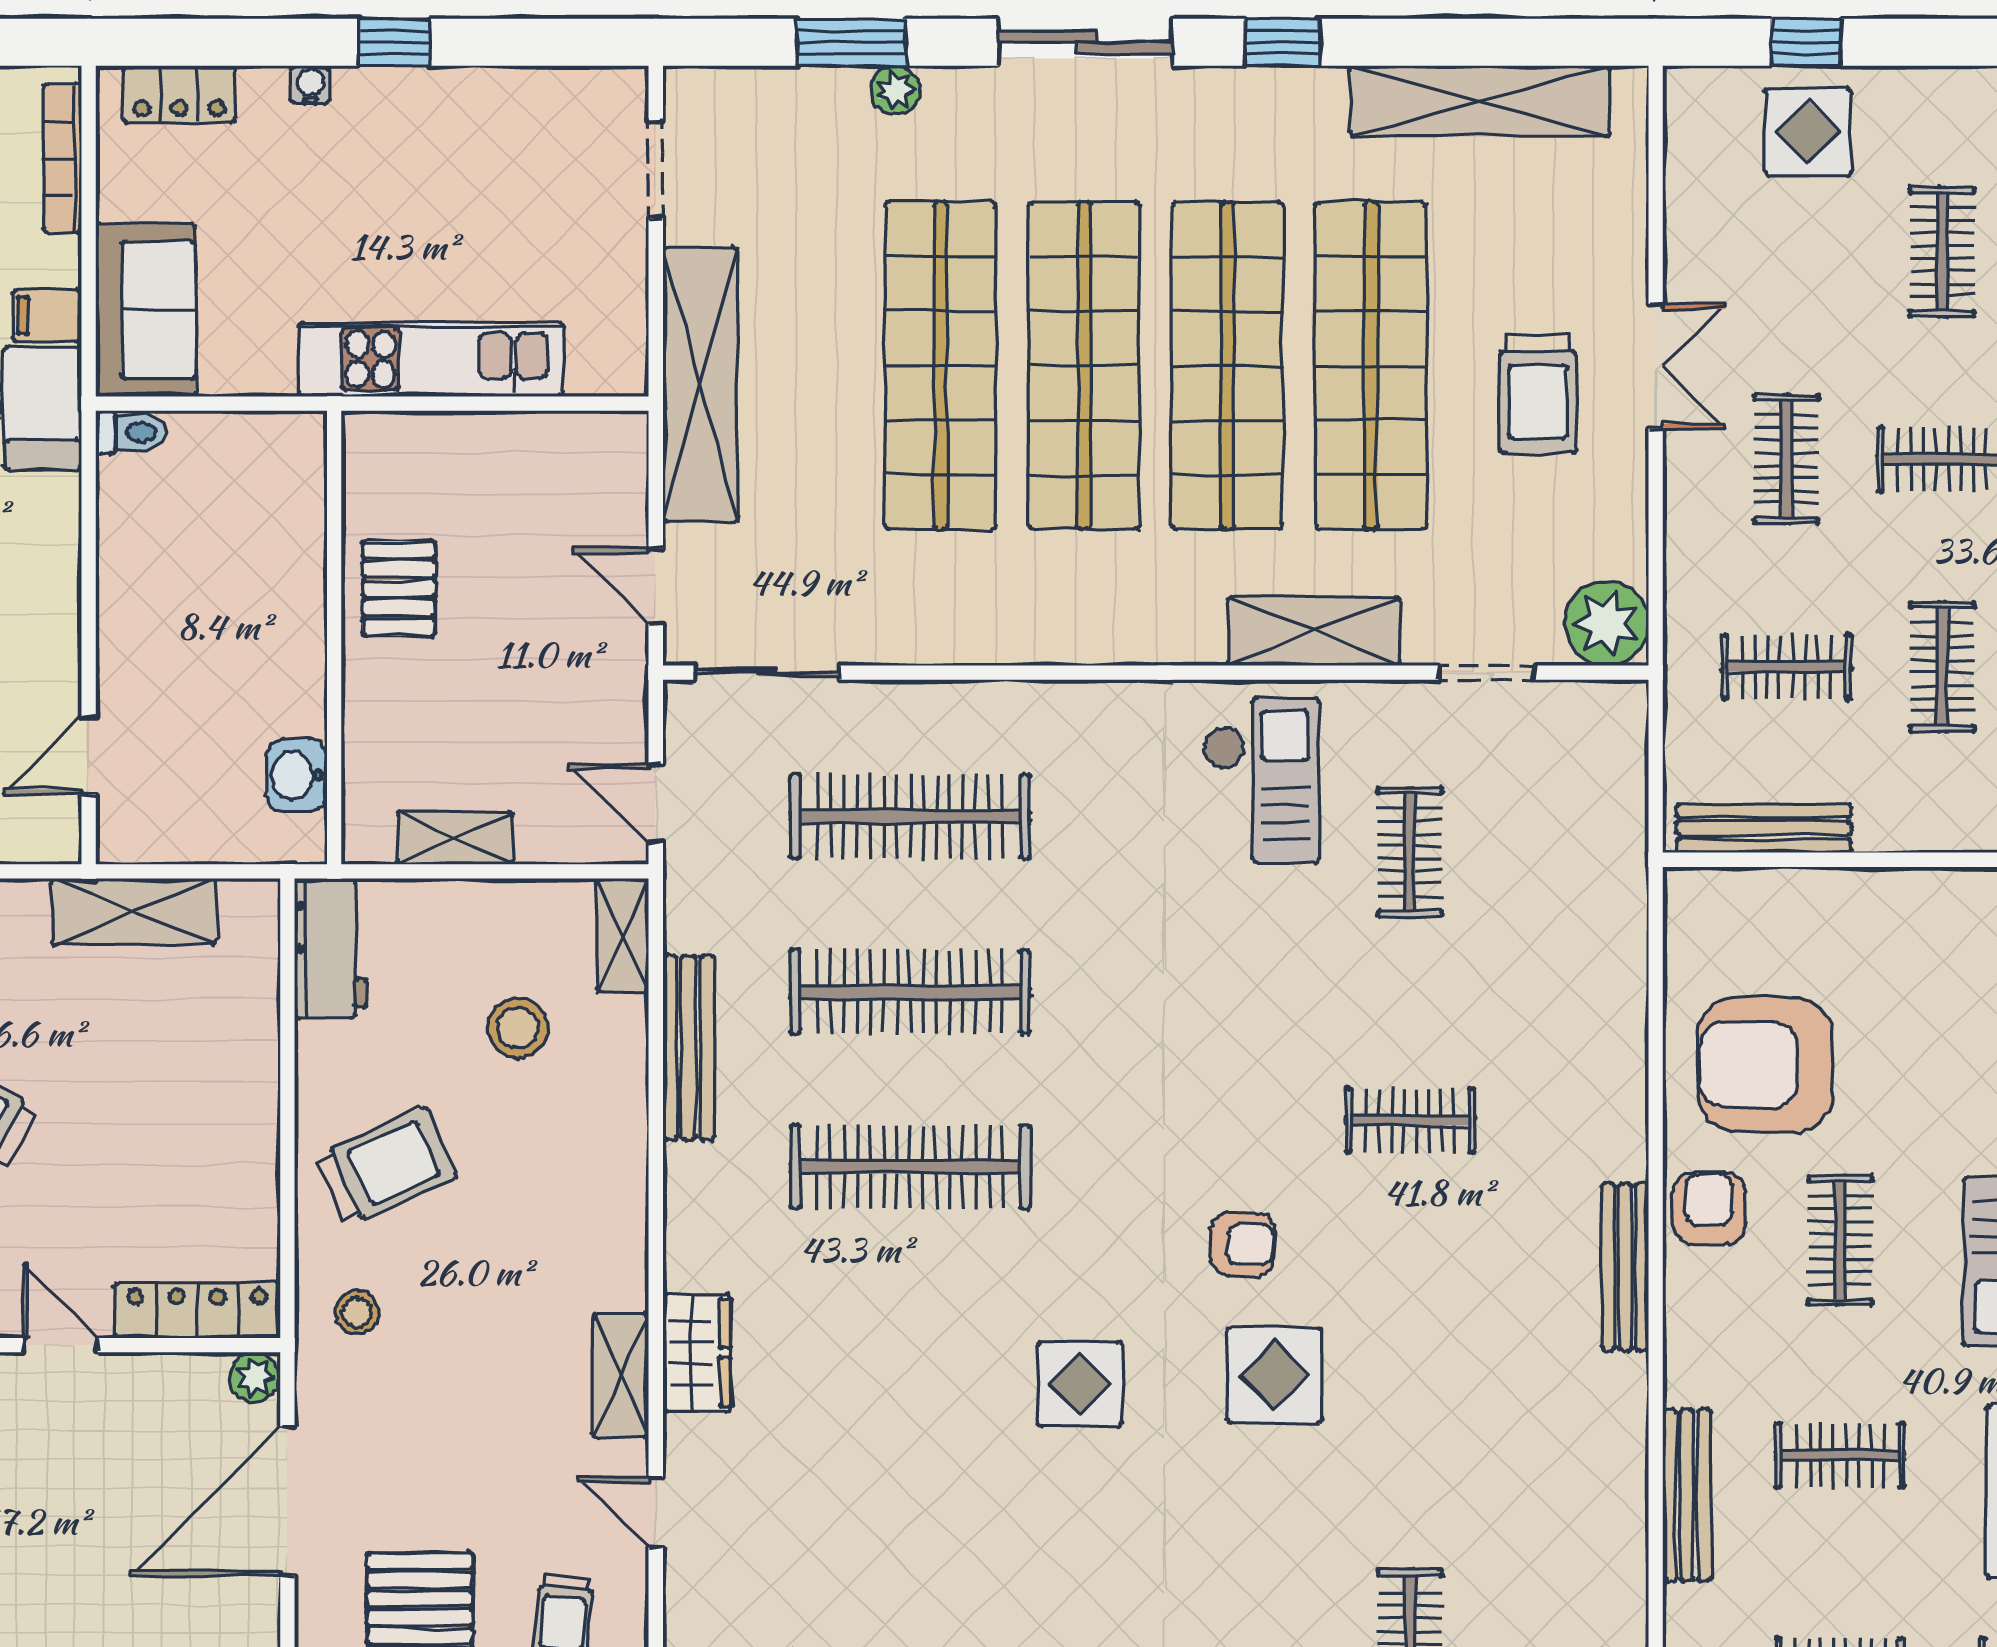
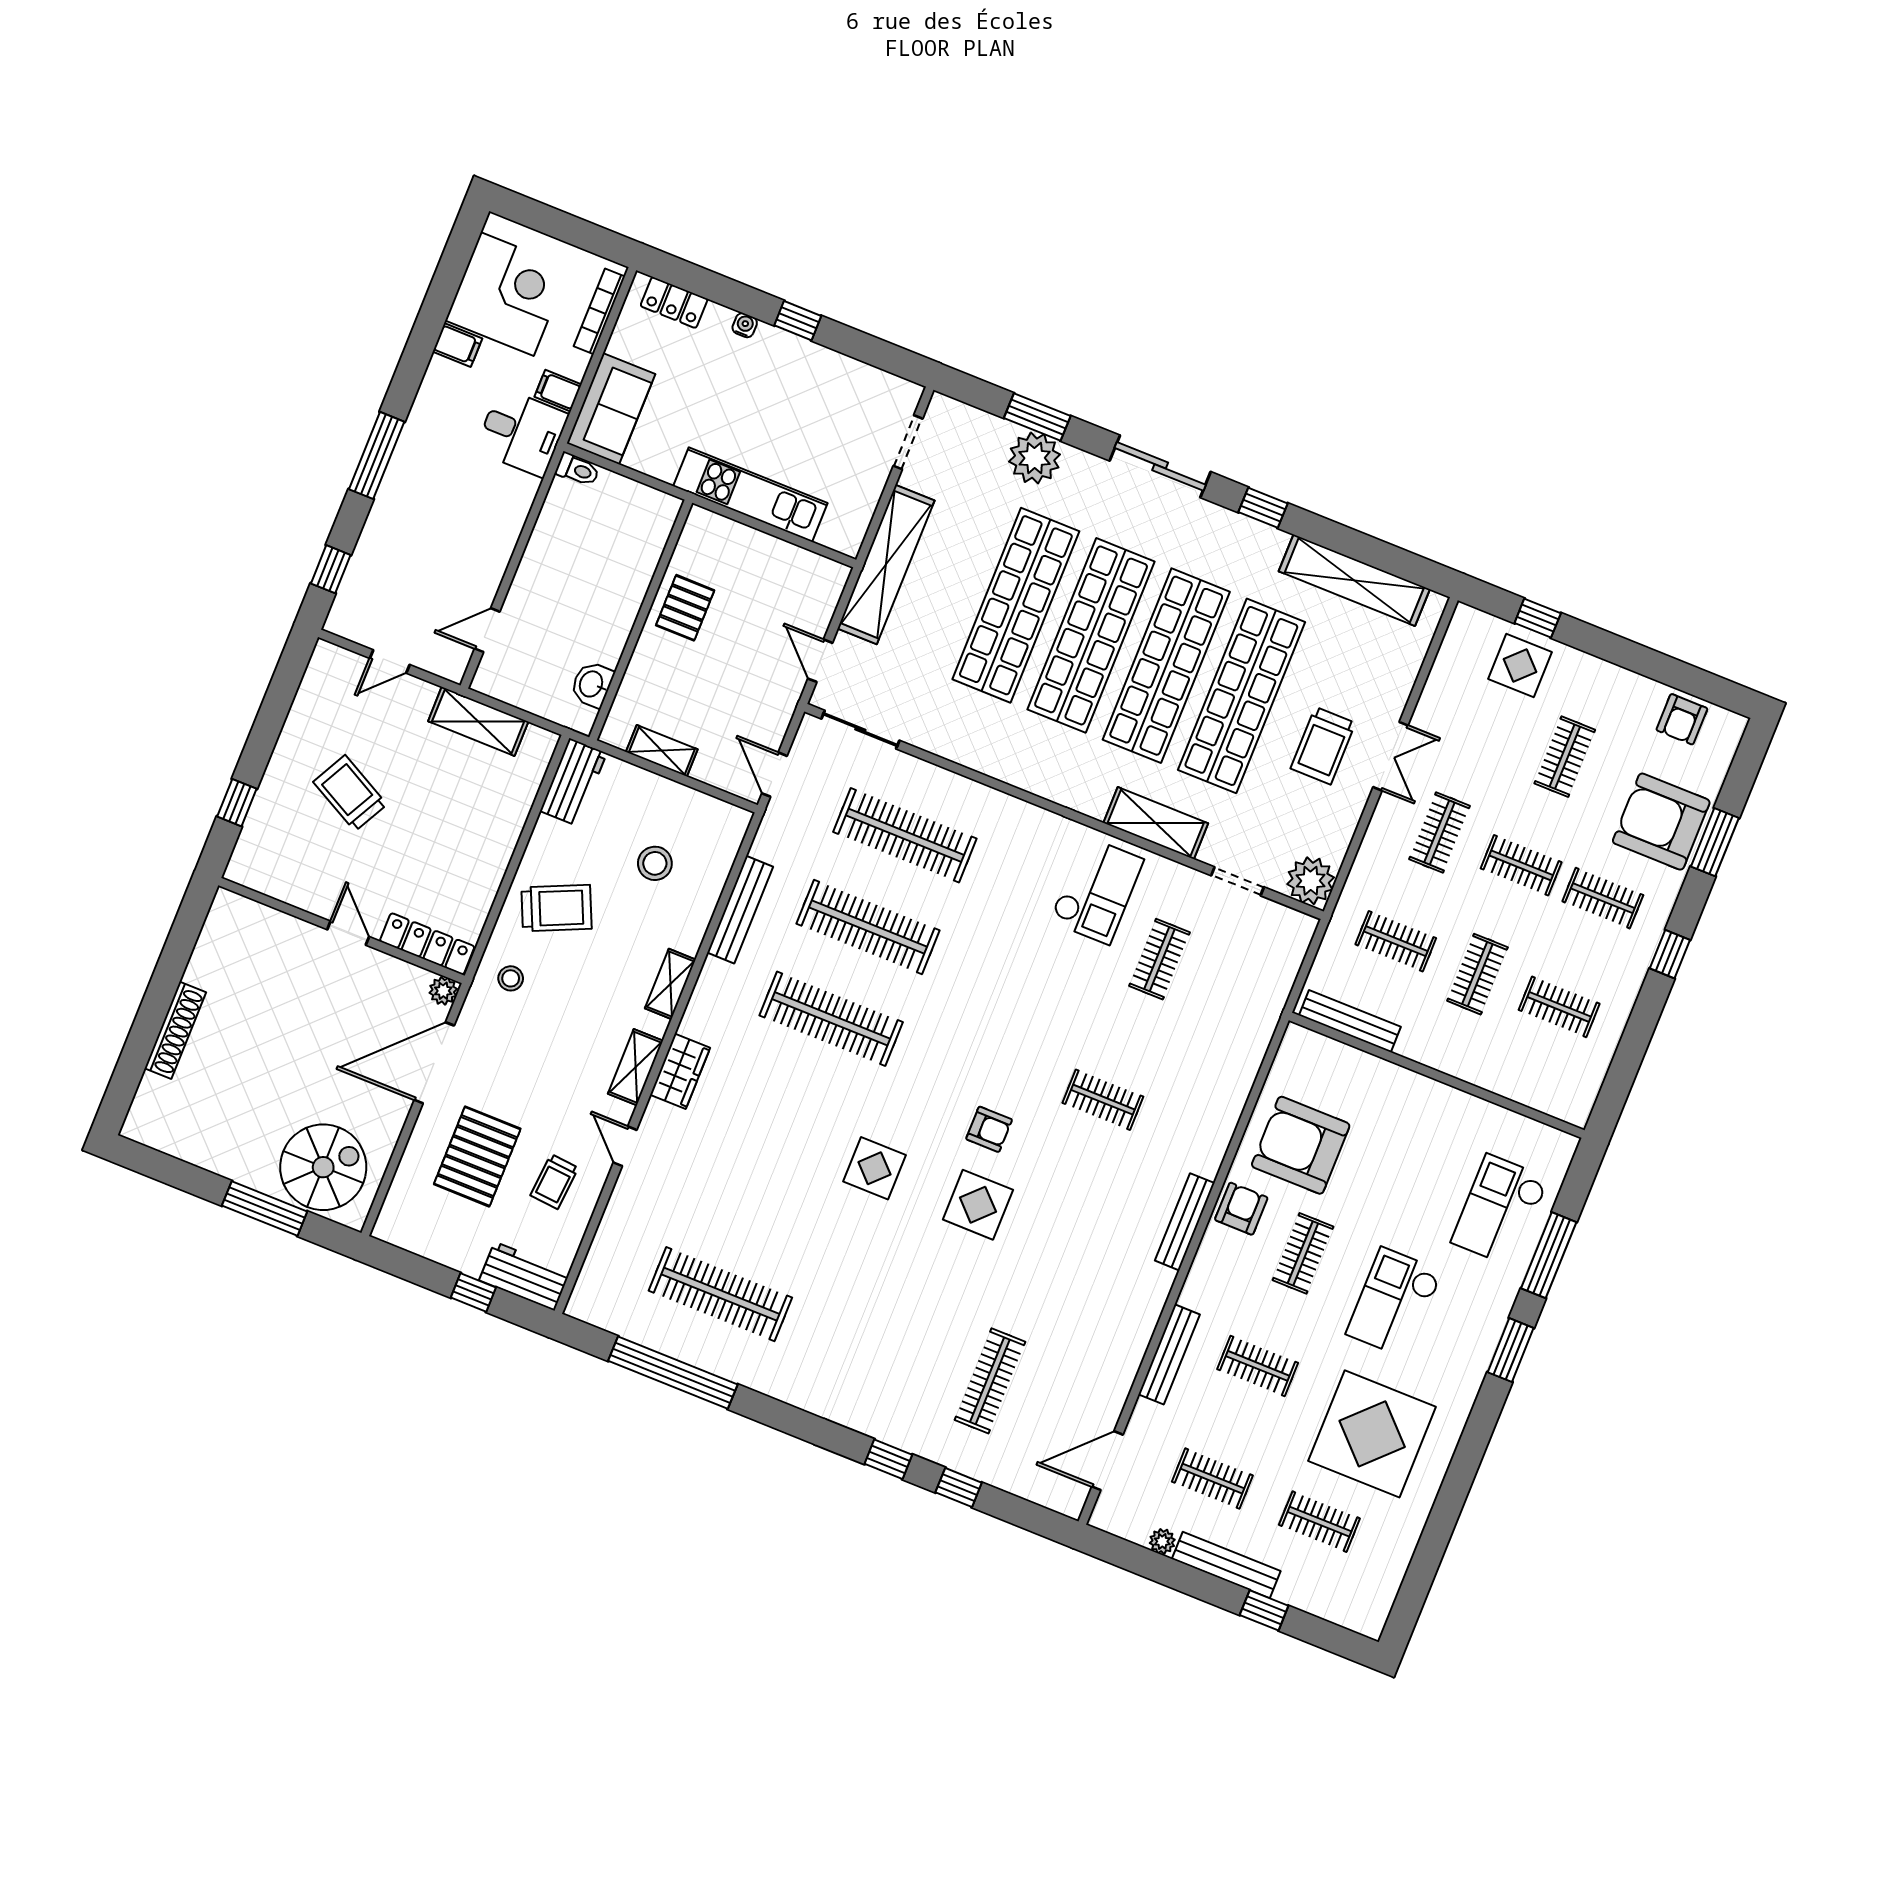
plant: (895, 90) -> (1035, 458), width x1.88, depth x1.88
shelving: (623, 935) -> (670, 984), moved

